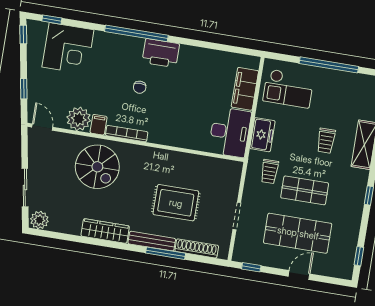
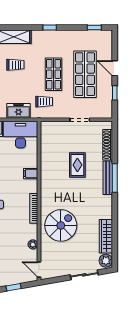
plant: (79, 119) -> (33, 244), width x0.53, depth x0.53
filing cabinet: (99, 125) -> (31, 174), moved
door: (42, 127) -> (39, 270), hinge flipped
rug: (176, 203) -> (77, 165), width x0.73, depth x0.70
wardrobe: (105, 231) -> (106, 236), moved
window: (166, 253) -> (115, 178), moved
window: (251, 267) -> (115, 93), moved

